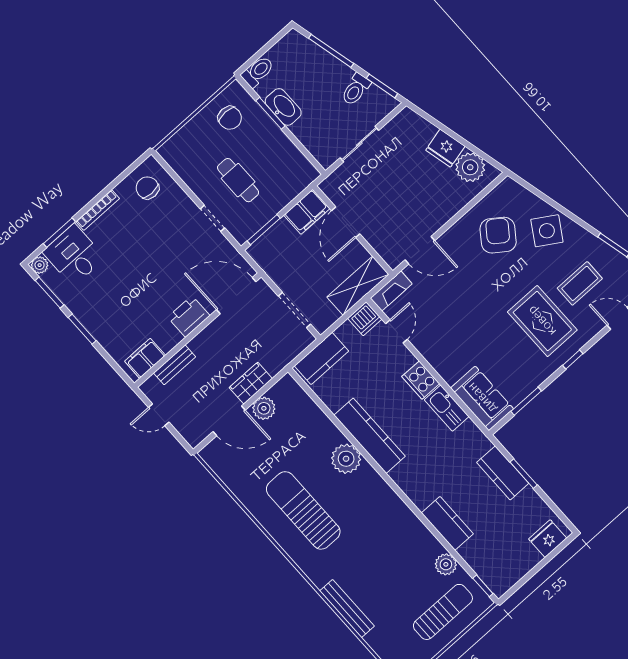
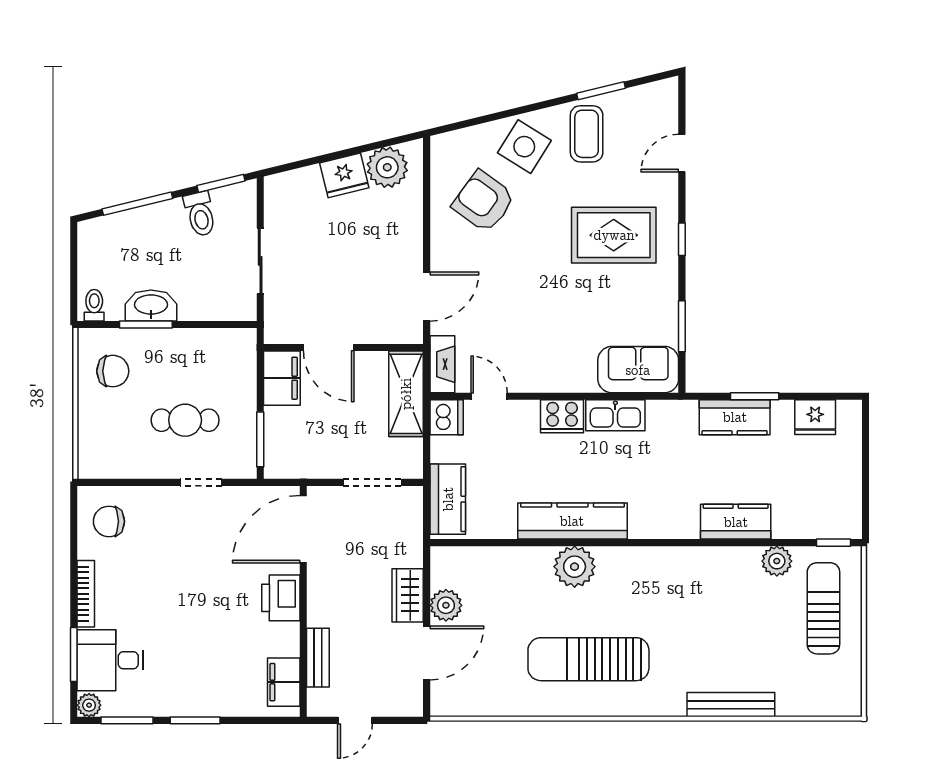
toilet: (258, 72) -> (94, 305), width x0.73, depth x0.72
coffee table: (580, 283) -> (587, 134), moved
fridge: (548, 539) -> (815, 417), moved, turned -90

